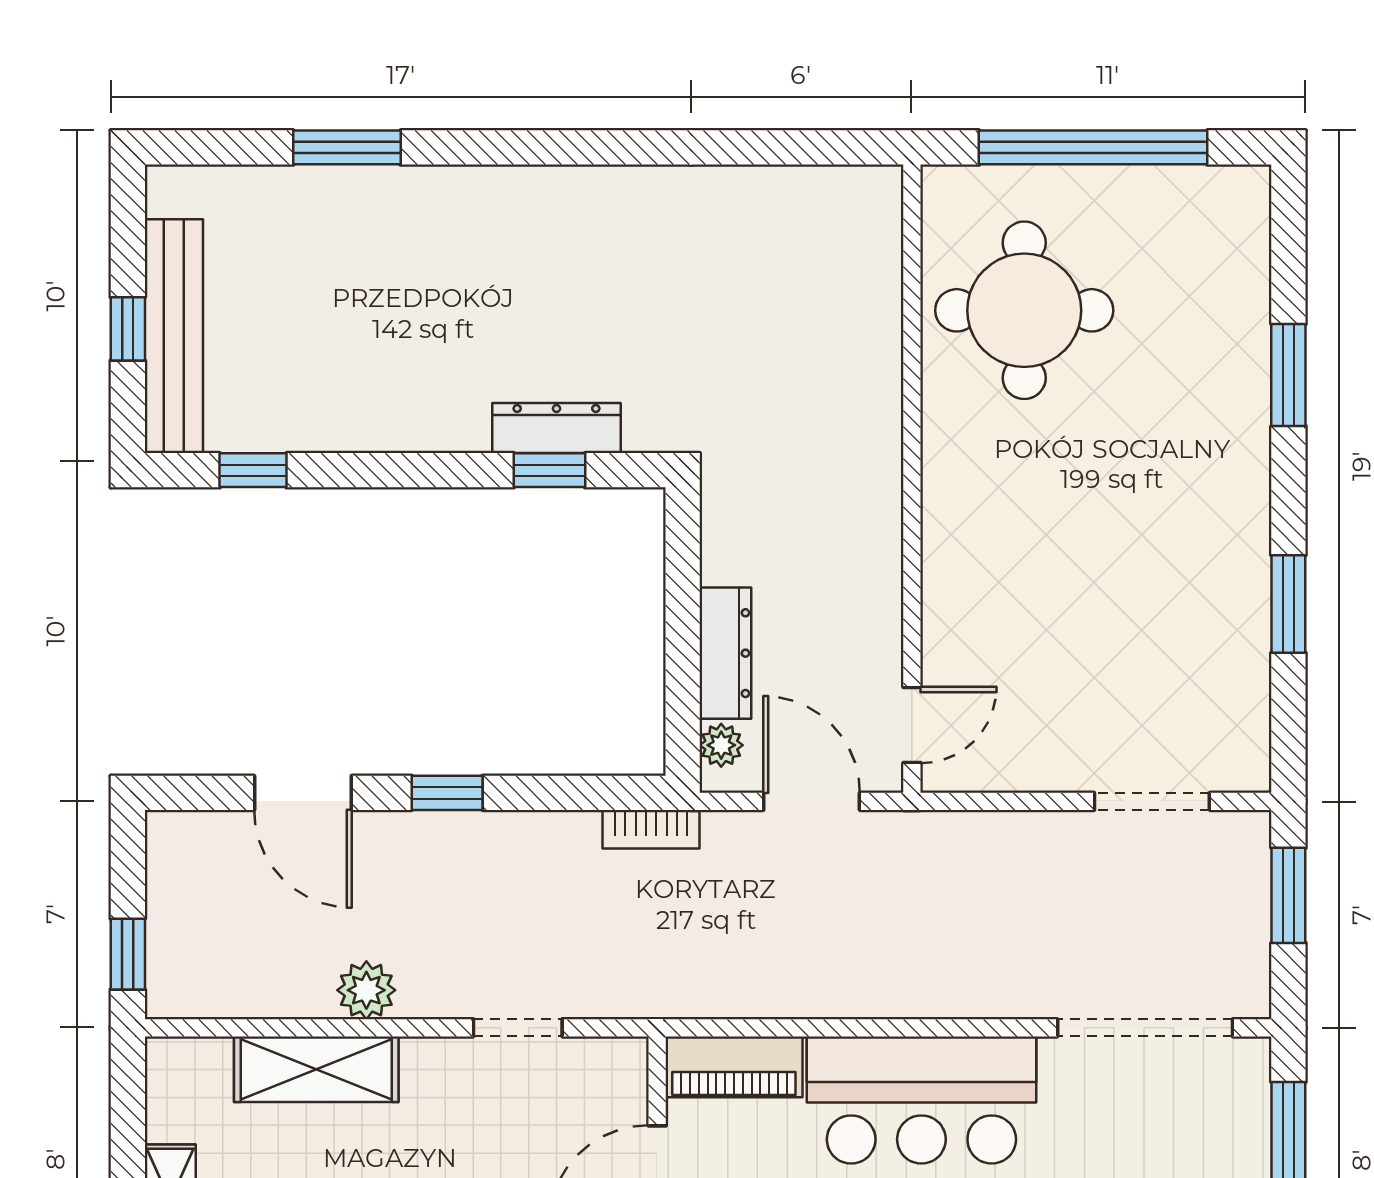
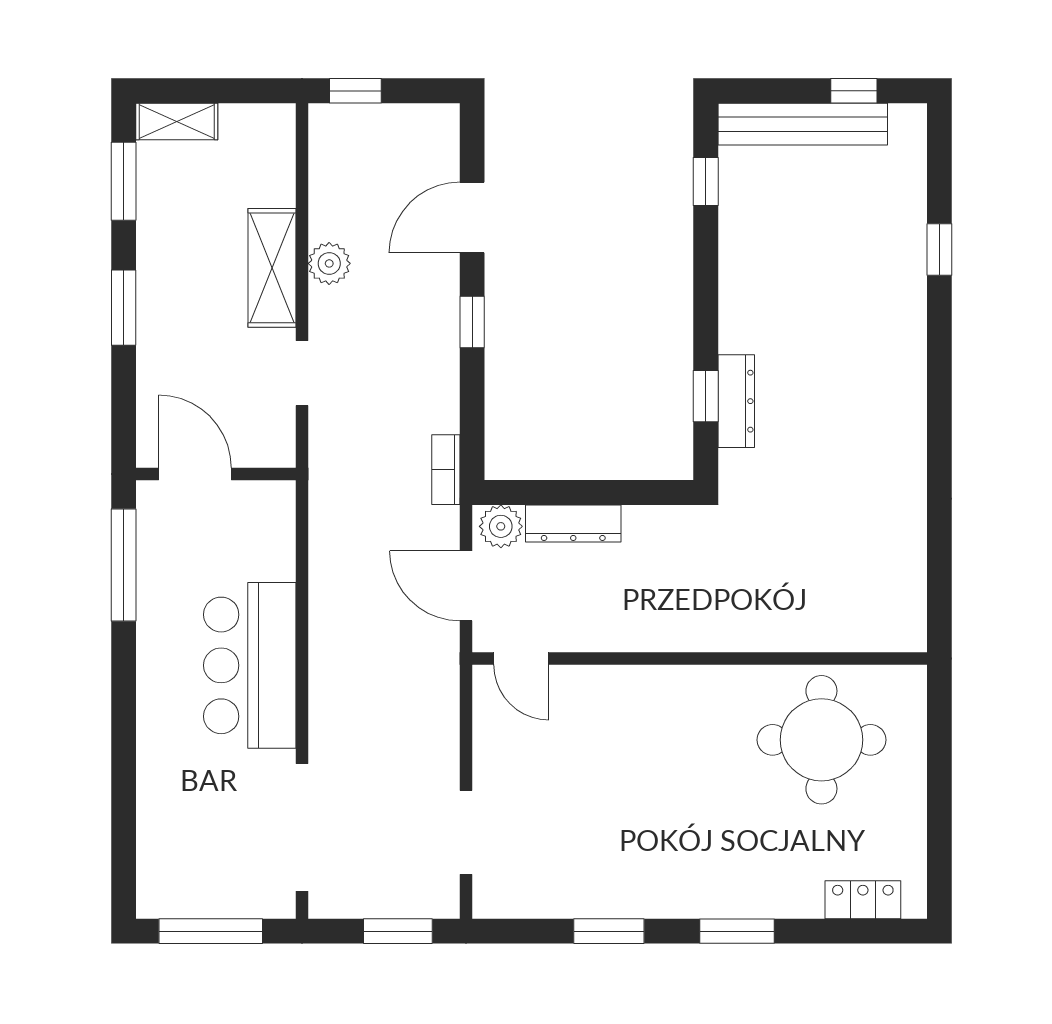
window: (347, 147) -> (939, 249), width x0.67
window: (1093, 147) -> (939, 790), removed
locker: (1245, 253) -> (863, 900), added
window: (128, 329) -> (854, 91), moved
window: (1288, 375) -> (737, 931), moved
plant: (721, 745) -> (501, 526), width x1.38, depth x1.38
door: (812, 801) -> (466, 586), swing flipped
piano: (734, 1067) -> (274, 530), removed
shelving: (316, 1069) -> (272, 268), moved

